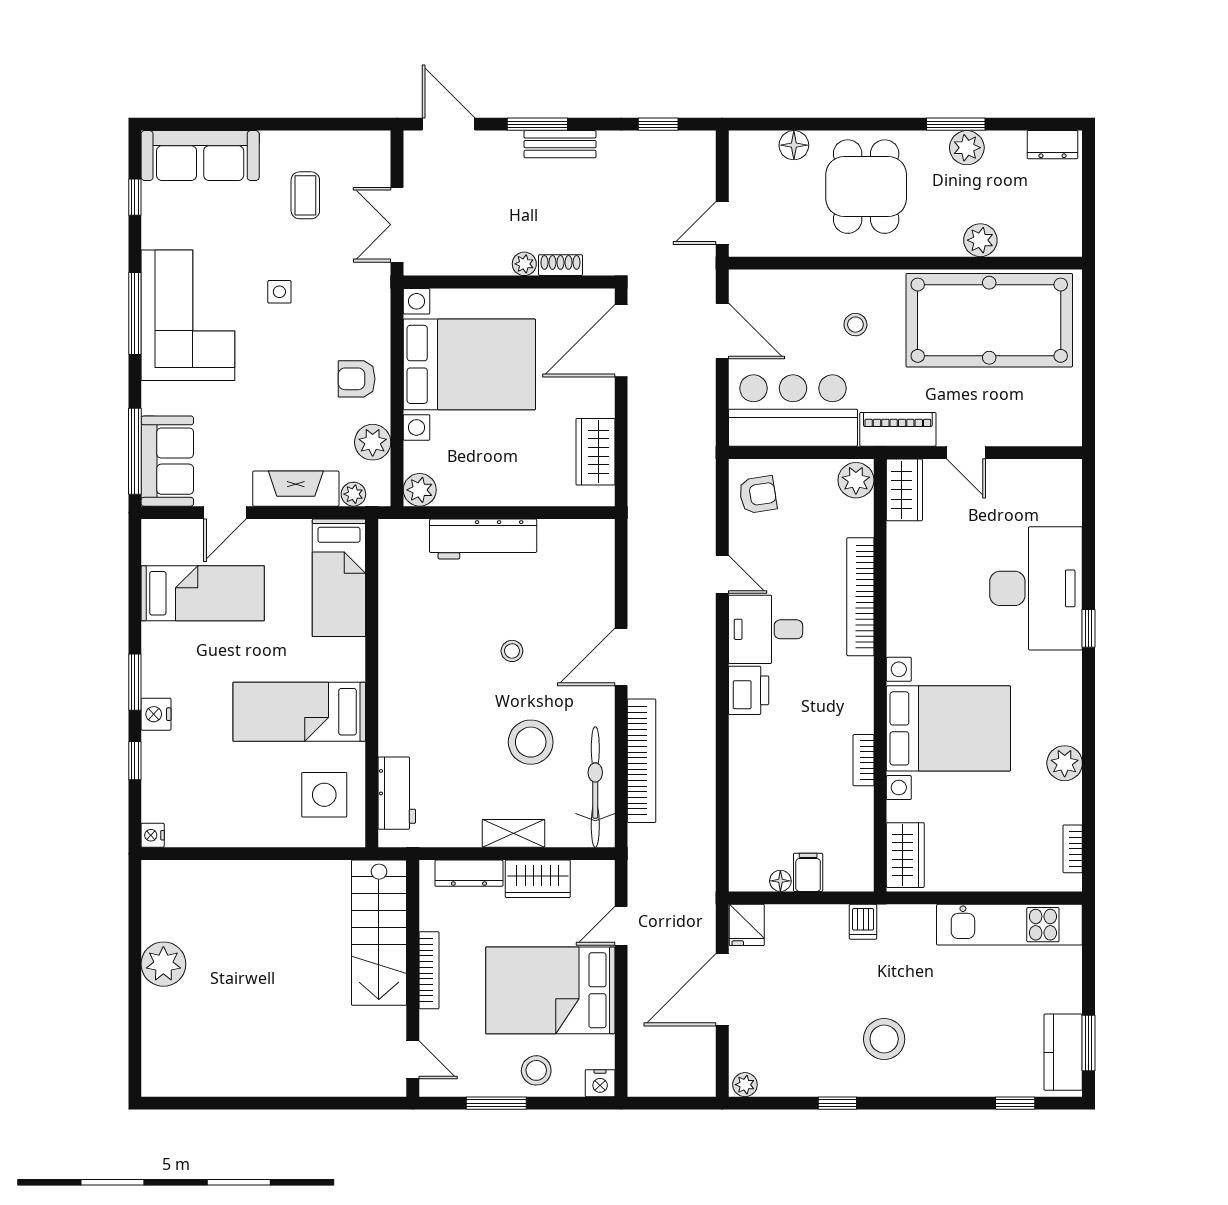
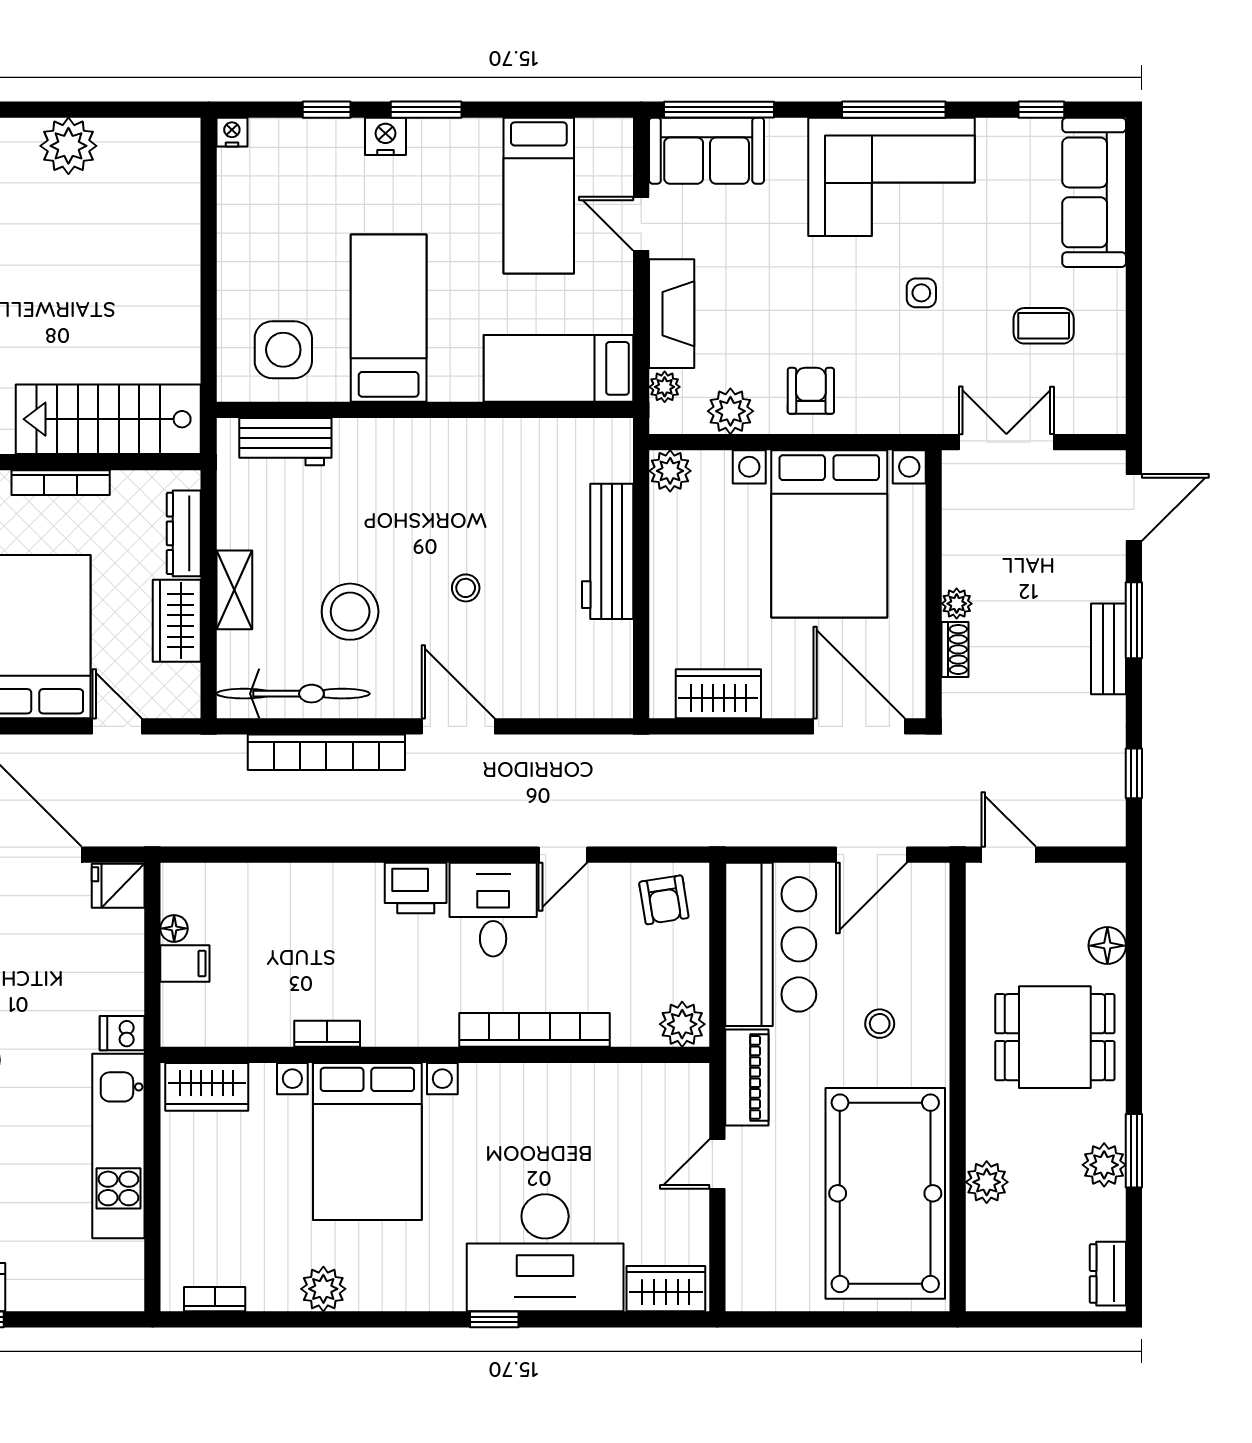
wardrobe: (904, 490) -> (666, 1289), moved, turned 180
kitchen unit: (1009, 925) -> (118, 1146), moved

